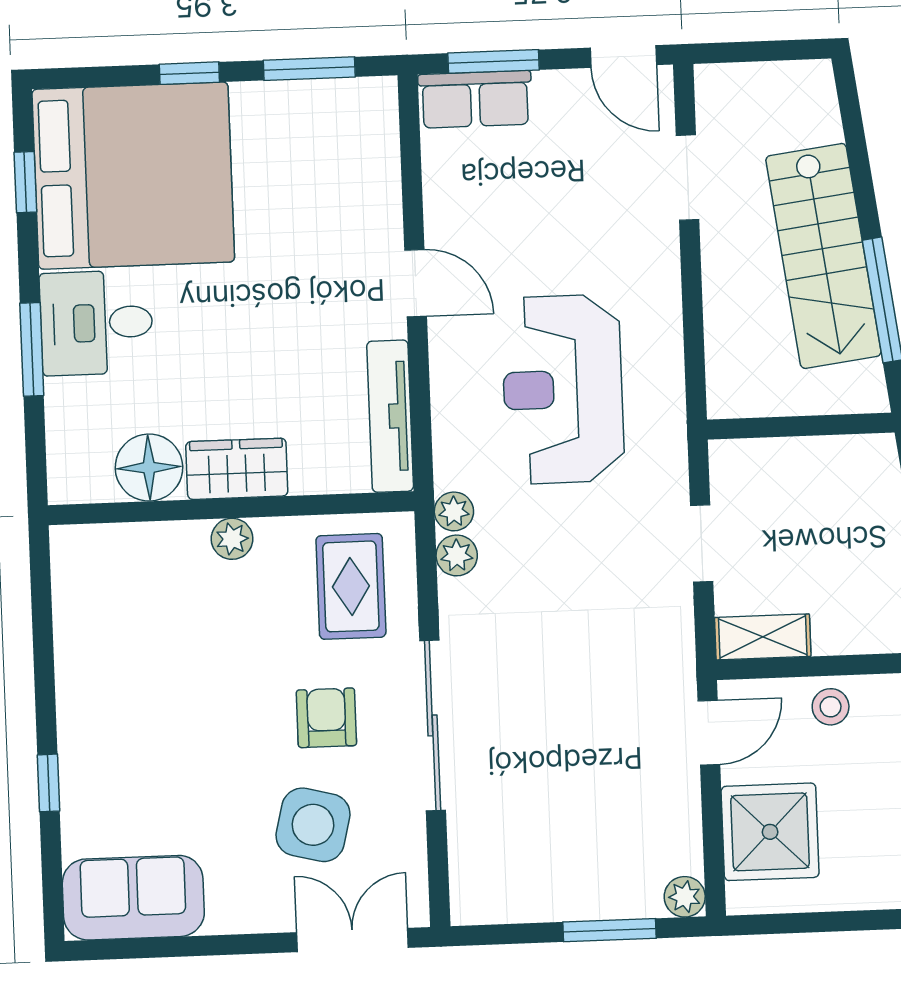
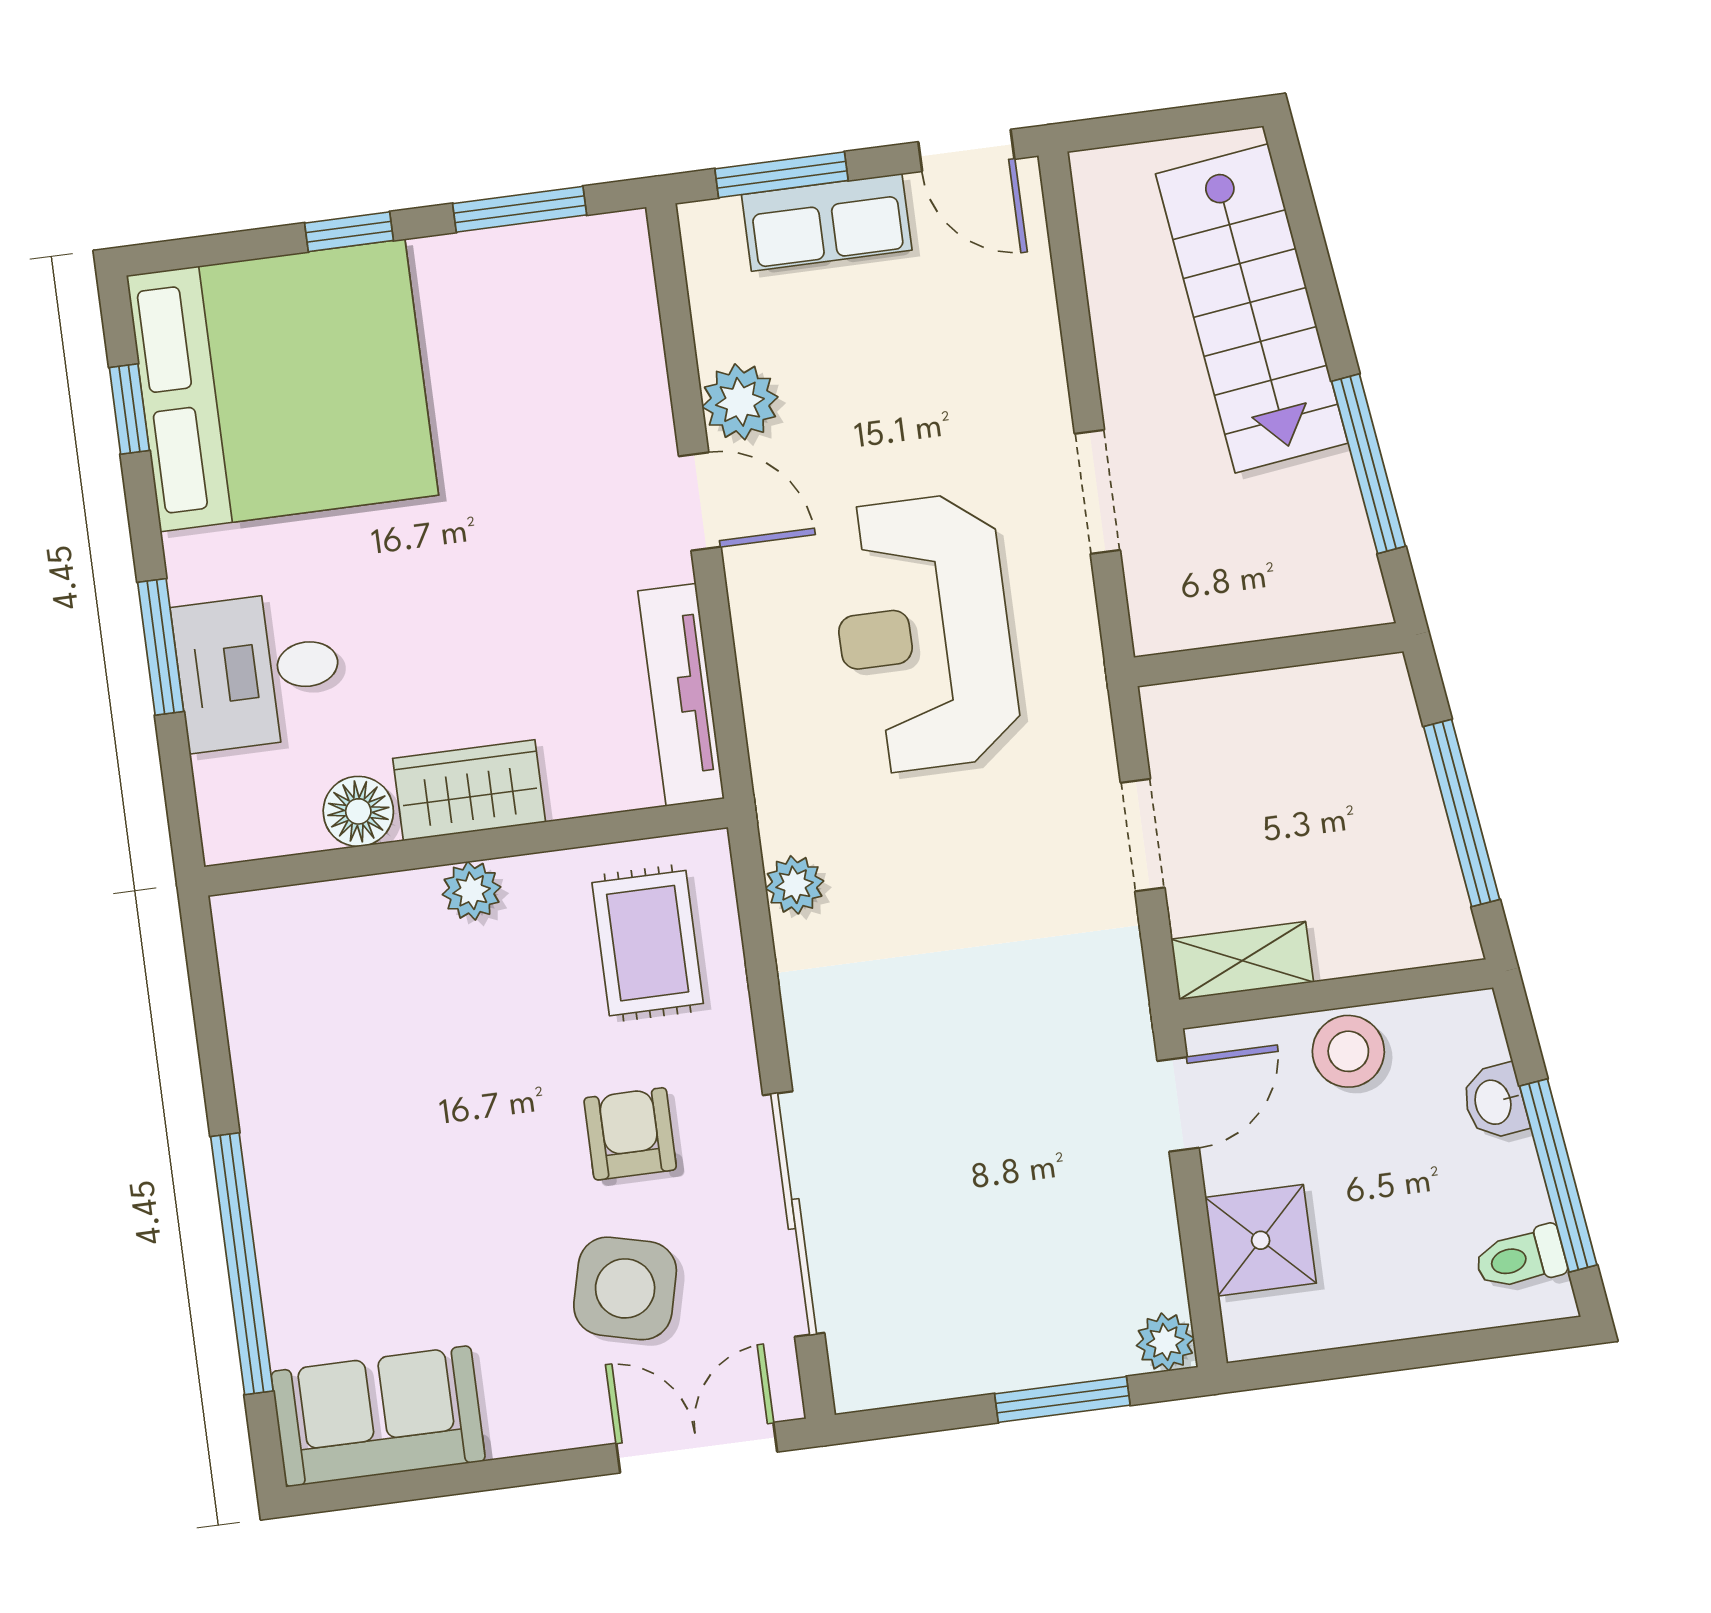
row of seats: (475, 99) -> (827, 222), moved
doorway: (688, 178) -> (1097, 492), moved
stairs: (823, 256) -> (1252, 308), moved
desk: (96, 323) -> (259, 671), moved
floor lamp: (149, 468) -> (358, 811), width x0.73, depth x0.73
plant: (454, 511) -> (740, 402), moved, width x1.38, depth x1.38
stool: (831, 707) -> (1348, 1051), width x1.37, depth x1.37
sliding door: (433, 725) -> (794, 1214), moved
window: (48, 783) -> (242, 1264), width x3.17
shower: (770, 832) -> (1261, 1240), width x0.73, depth x0.73

